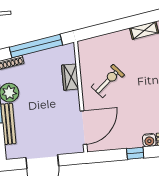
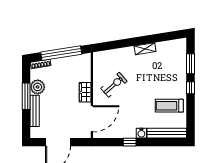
wardrobe: (70, 77) -> (85, 92), moved

